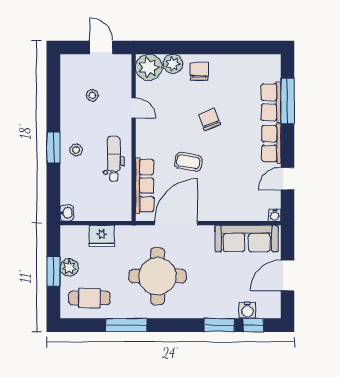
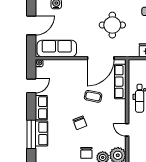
round table: (157, 276) -> (112, 25), width x0.73, depth x0.73

